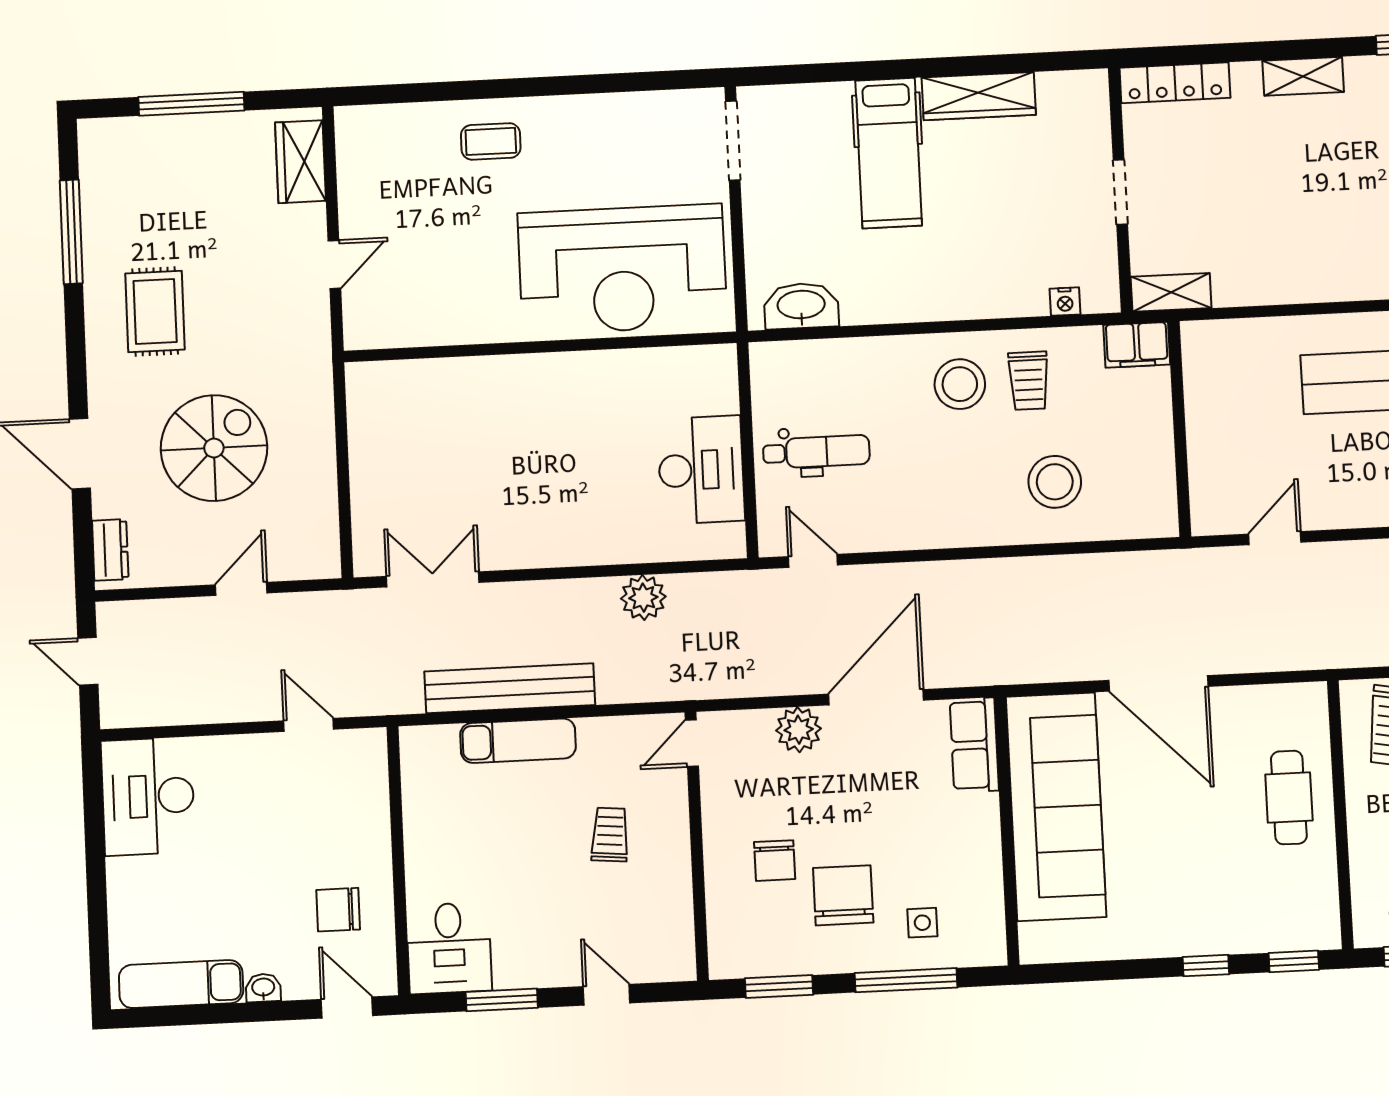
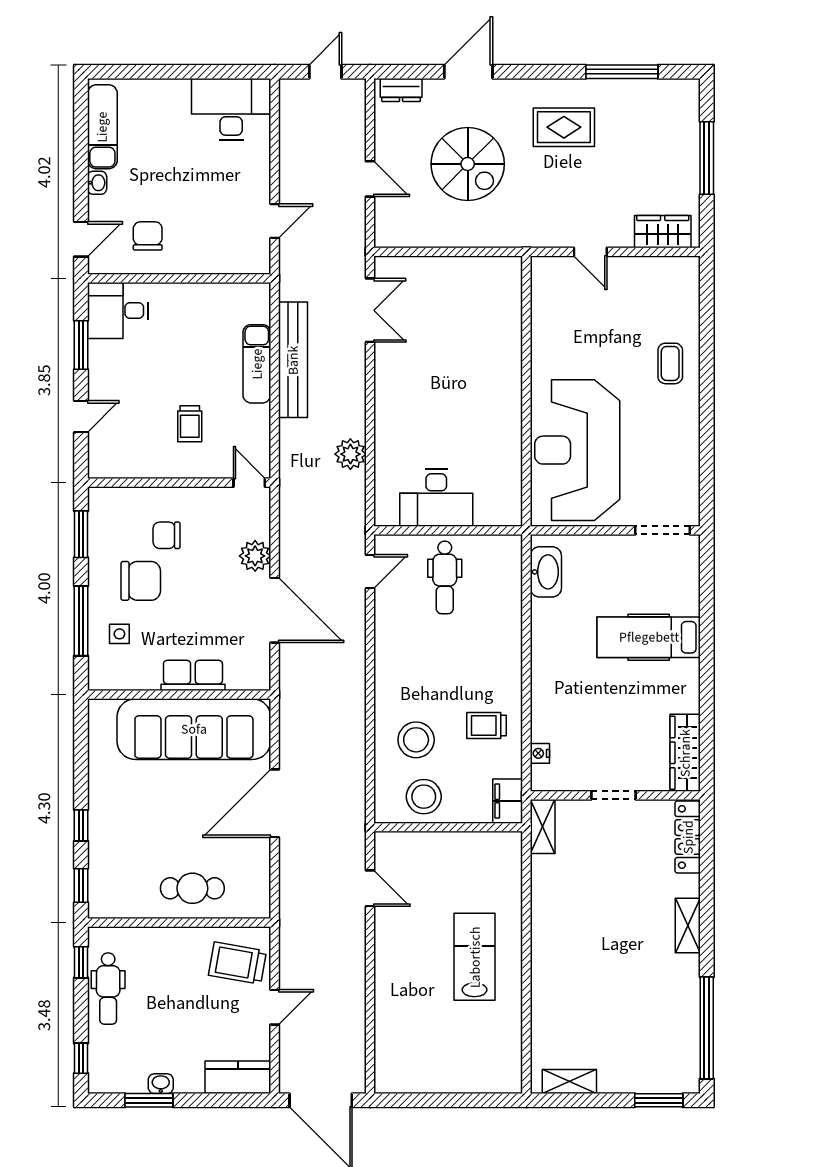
wardrobe: (979, 96) -> (685, 753), moved
stool: (960, 384) -> (424, 797), moved
row of seats: (974, 745) -> (193, 675), moved
trolley: (610, 835) -> (190, 424), turned 85

